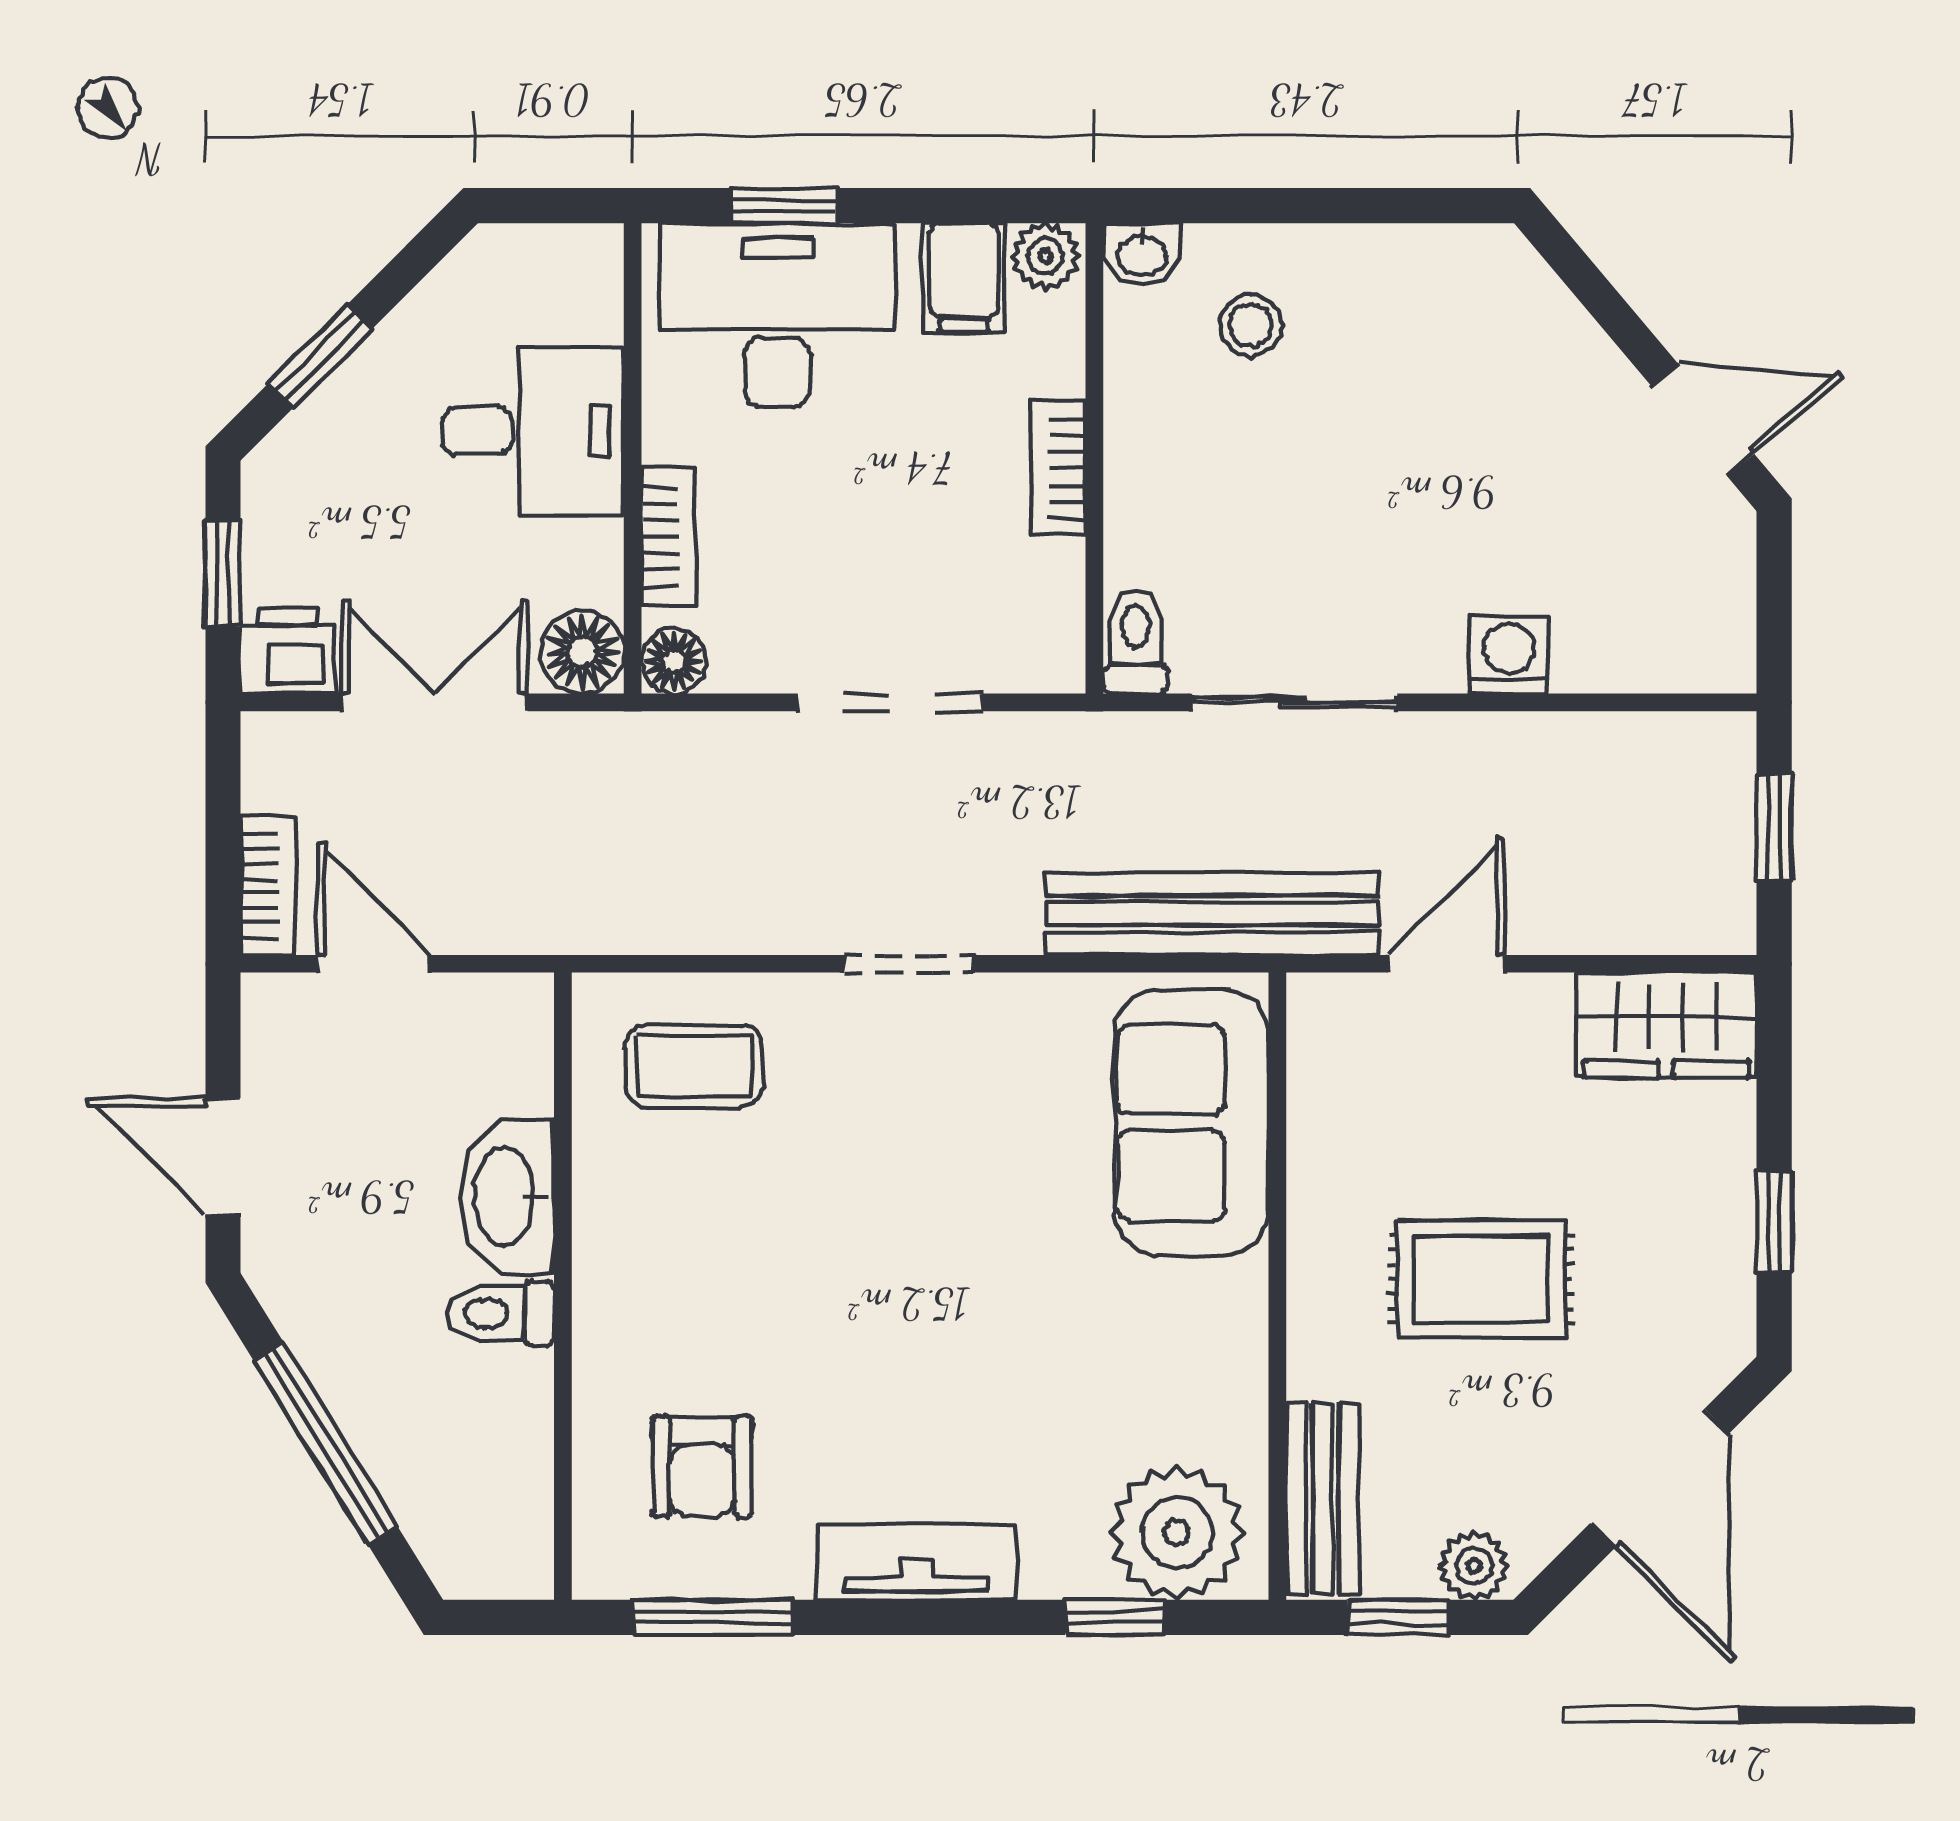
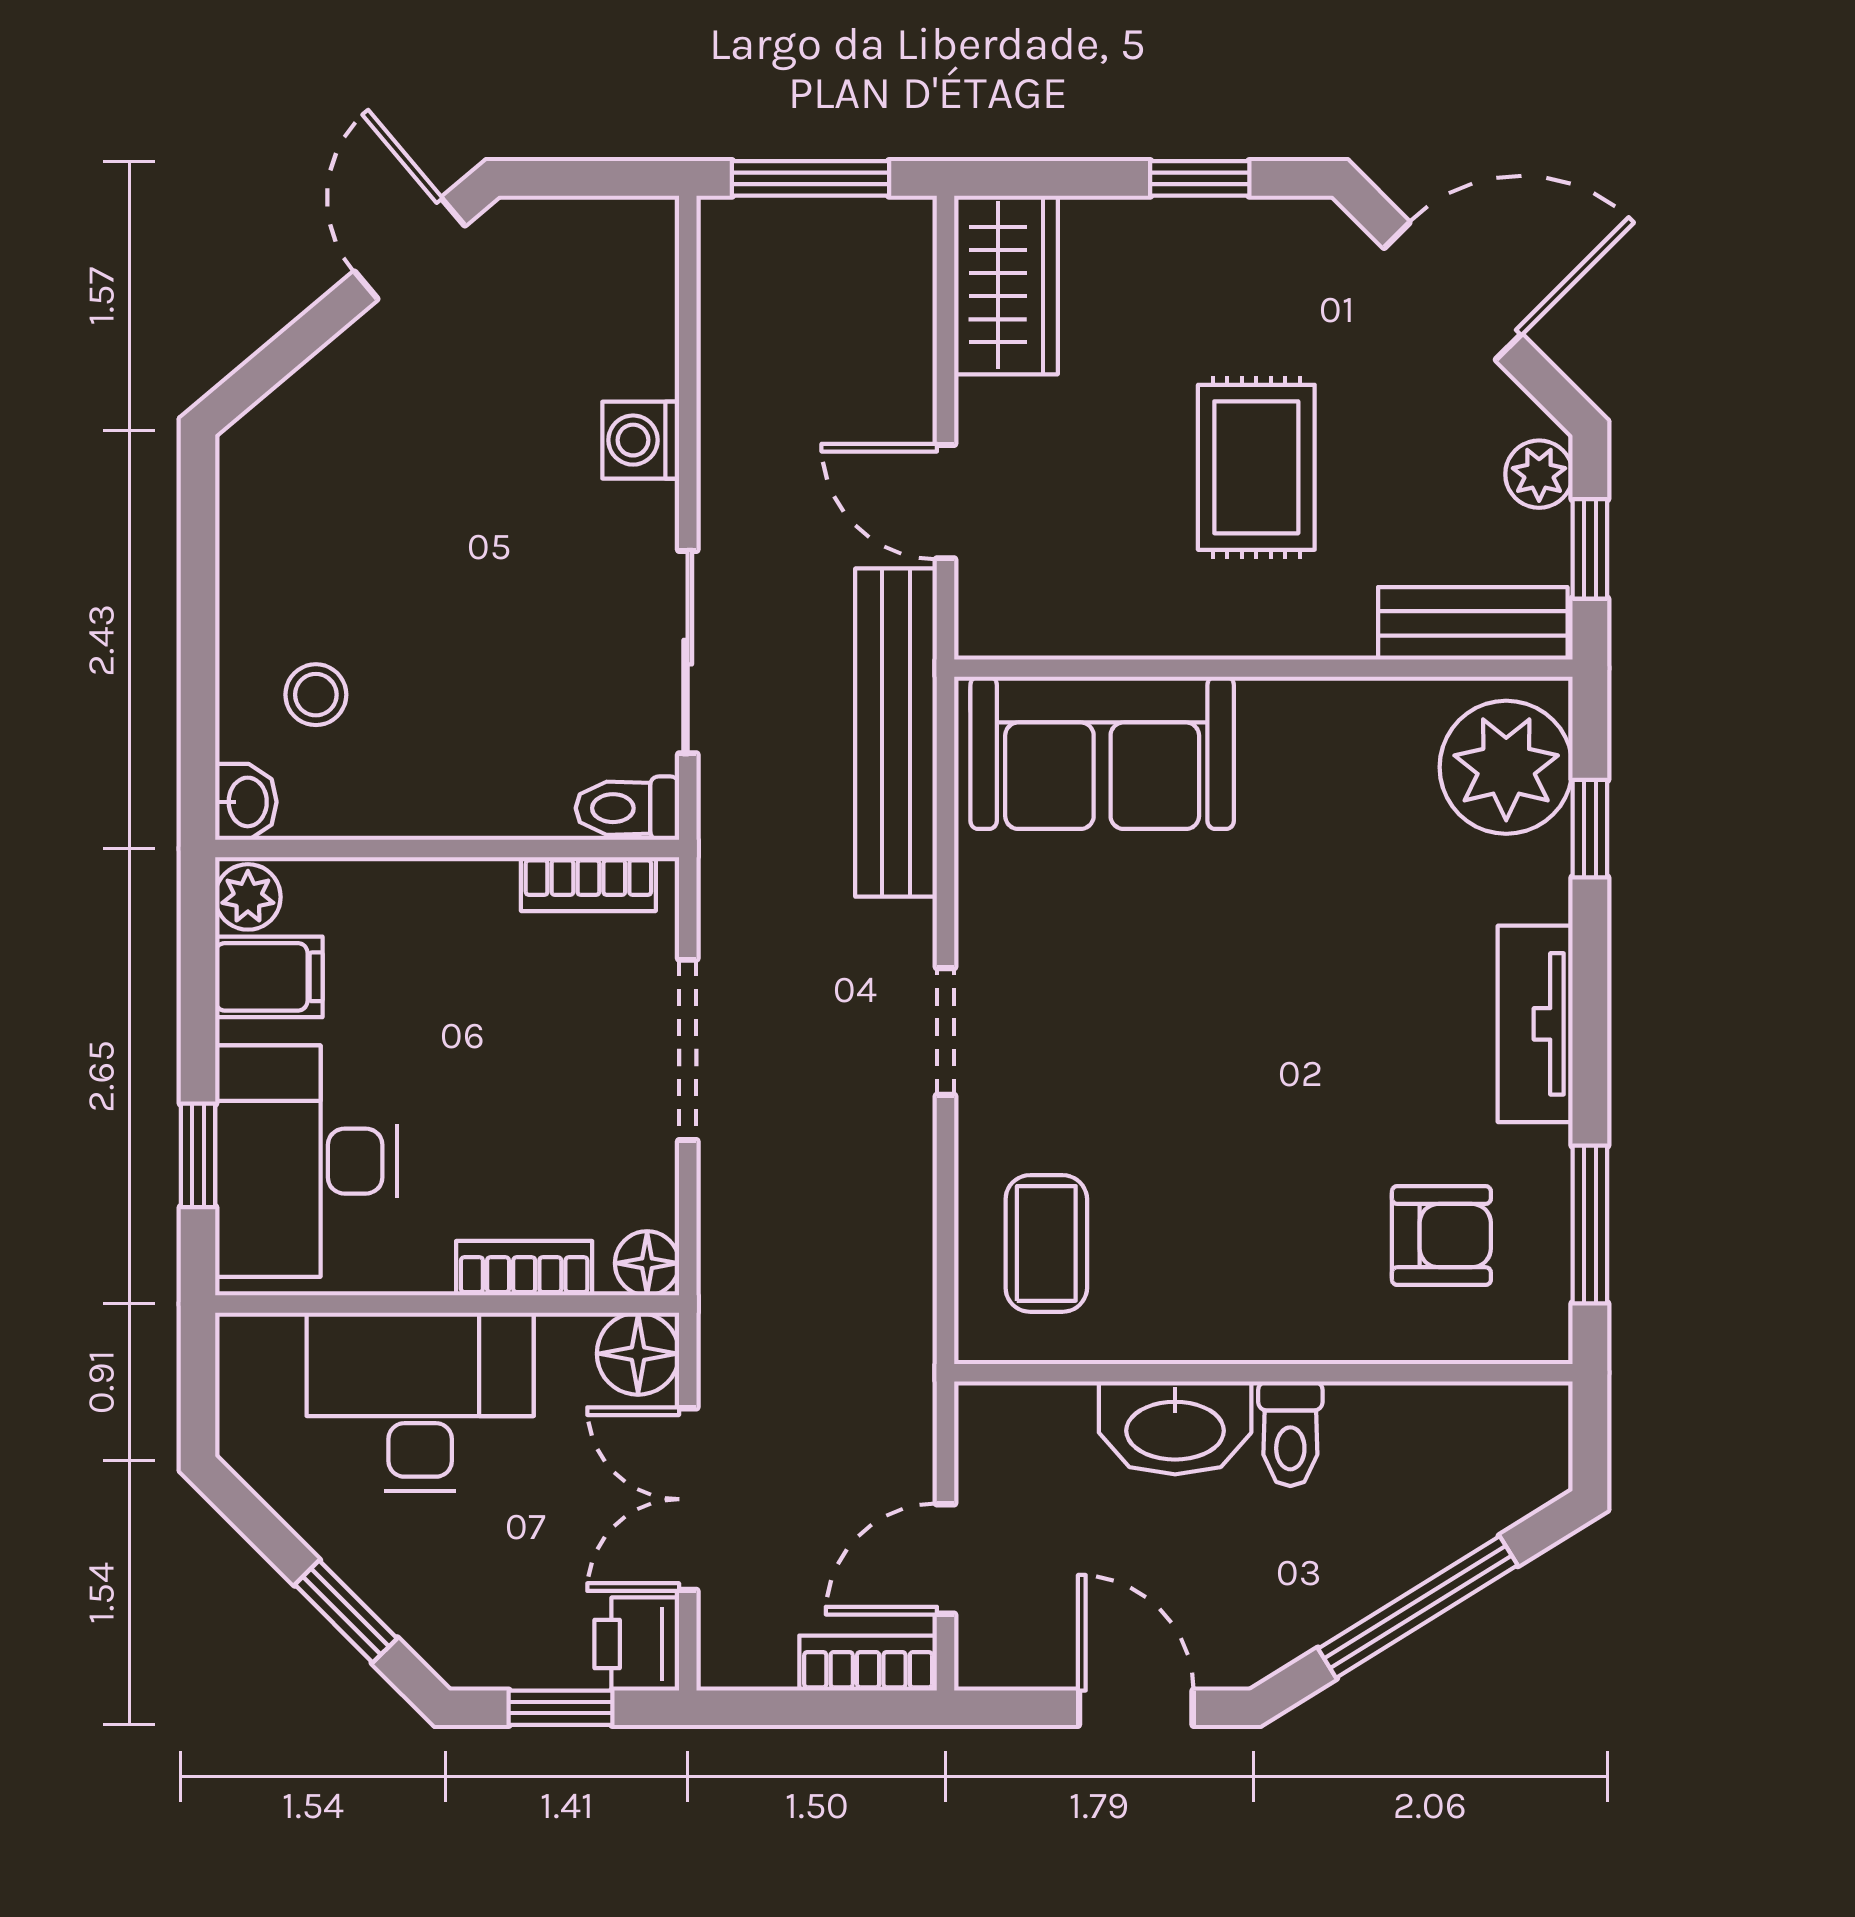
desk: (533, 431) -> (420, 1402), width x1.37
bookcase: (1058, 468) -> (588, 884), moved
window: (1774, 827) -> (810, 178), width x1.50
door: (223, 1157) -> (1136, 1708), swing flipped

